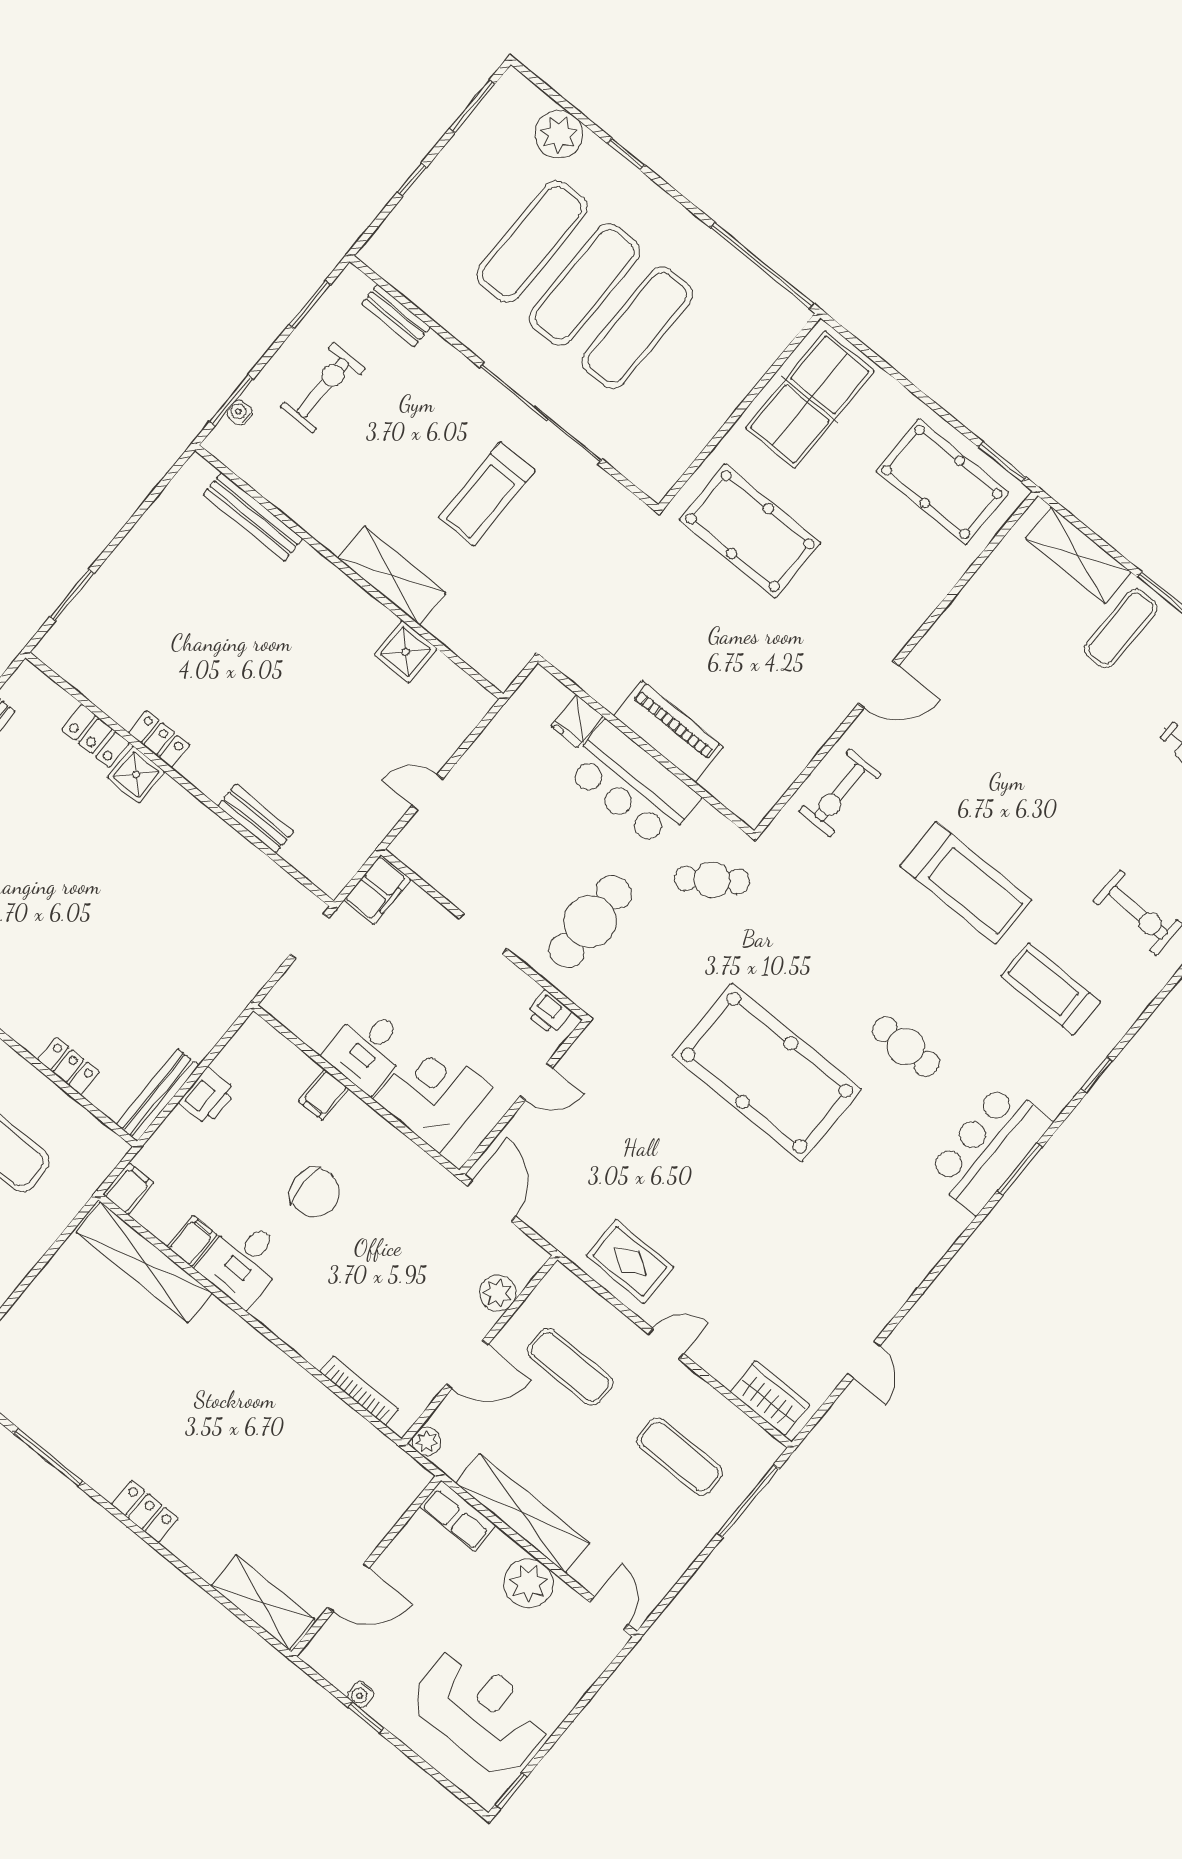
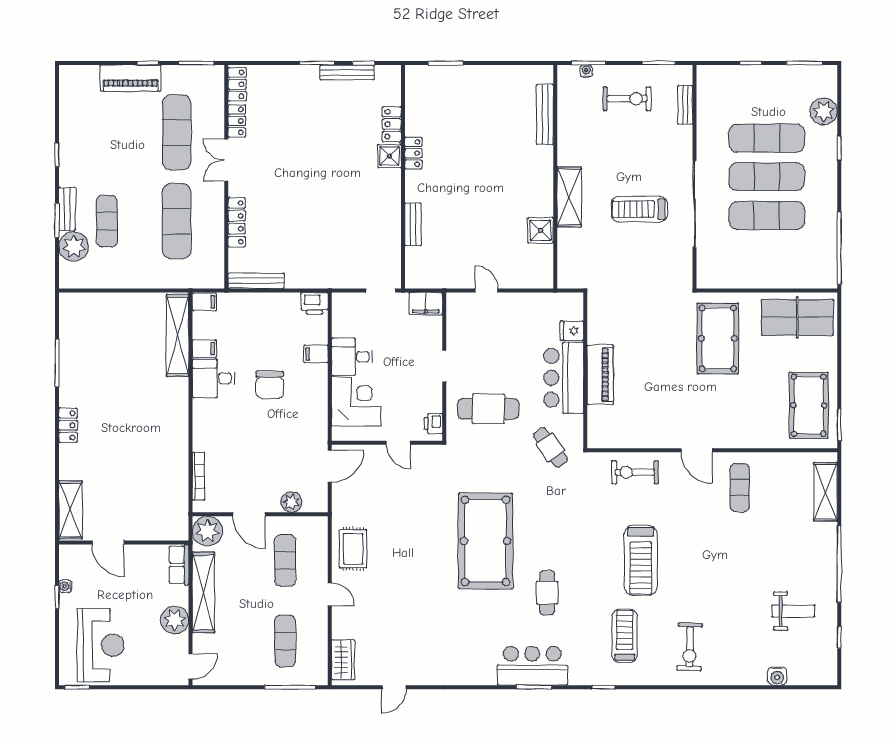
exercise mat: (1121, 628) -> (740, 488), moved, turned 90
locker: (69, 1066) -> (237, 222), width x1.53
printer: (208, 1096) -> (314, 303), moved
plant: (427, 1441) -> (208, 531), width x1.87, depth x1.87

